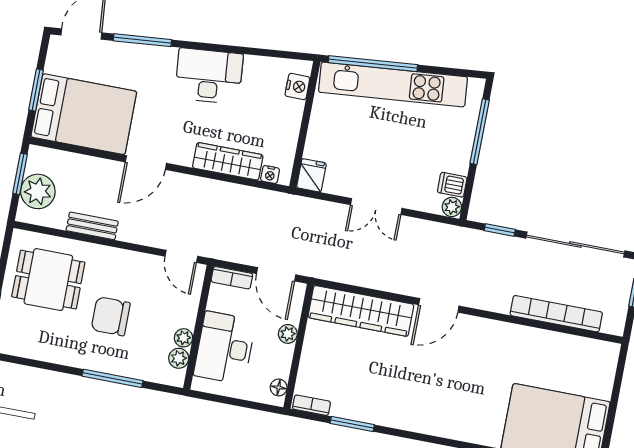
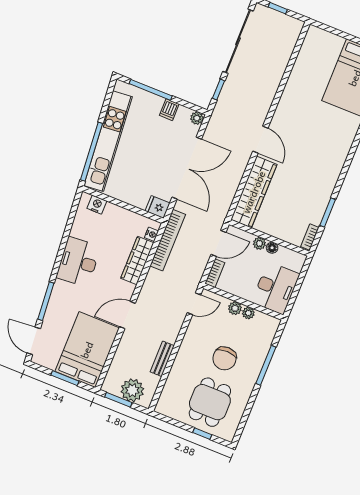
door: (146, 163) -> (127, 315), swing flipped
dishwasher: (452, 185) -> (169, 110), moved
double door: (376, 207) -> (187, 168), width x1.87
dining table: (48, 280) -> (210, 402), moved
bookcase: (556, 314) -> (168, 240), moved, turned 180
desk: (225, 348) -> (276, 288), moved, turned -90
plant: (179, 358) -> (235, 308), moved
floor lamp: (279, 387) -> (272, 248), moved

